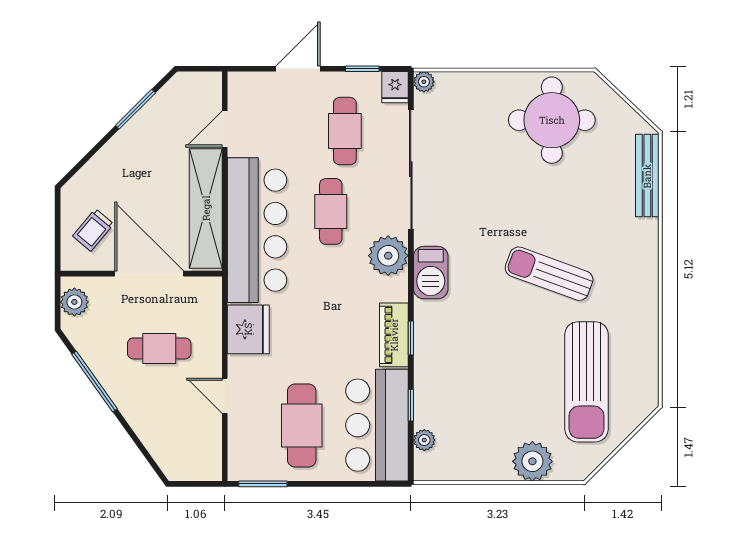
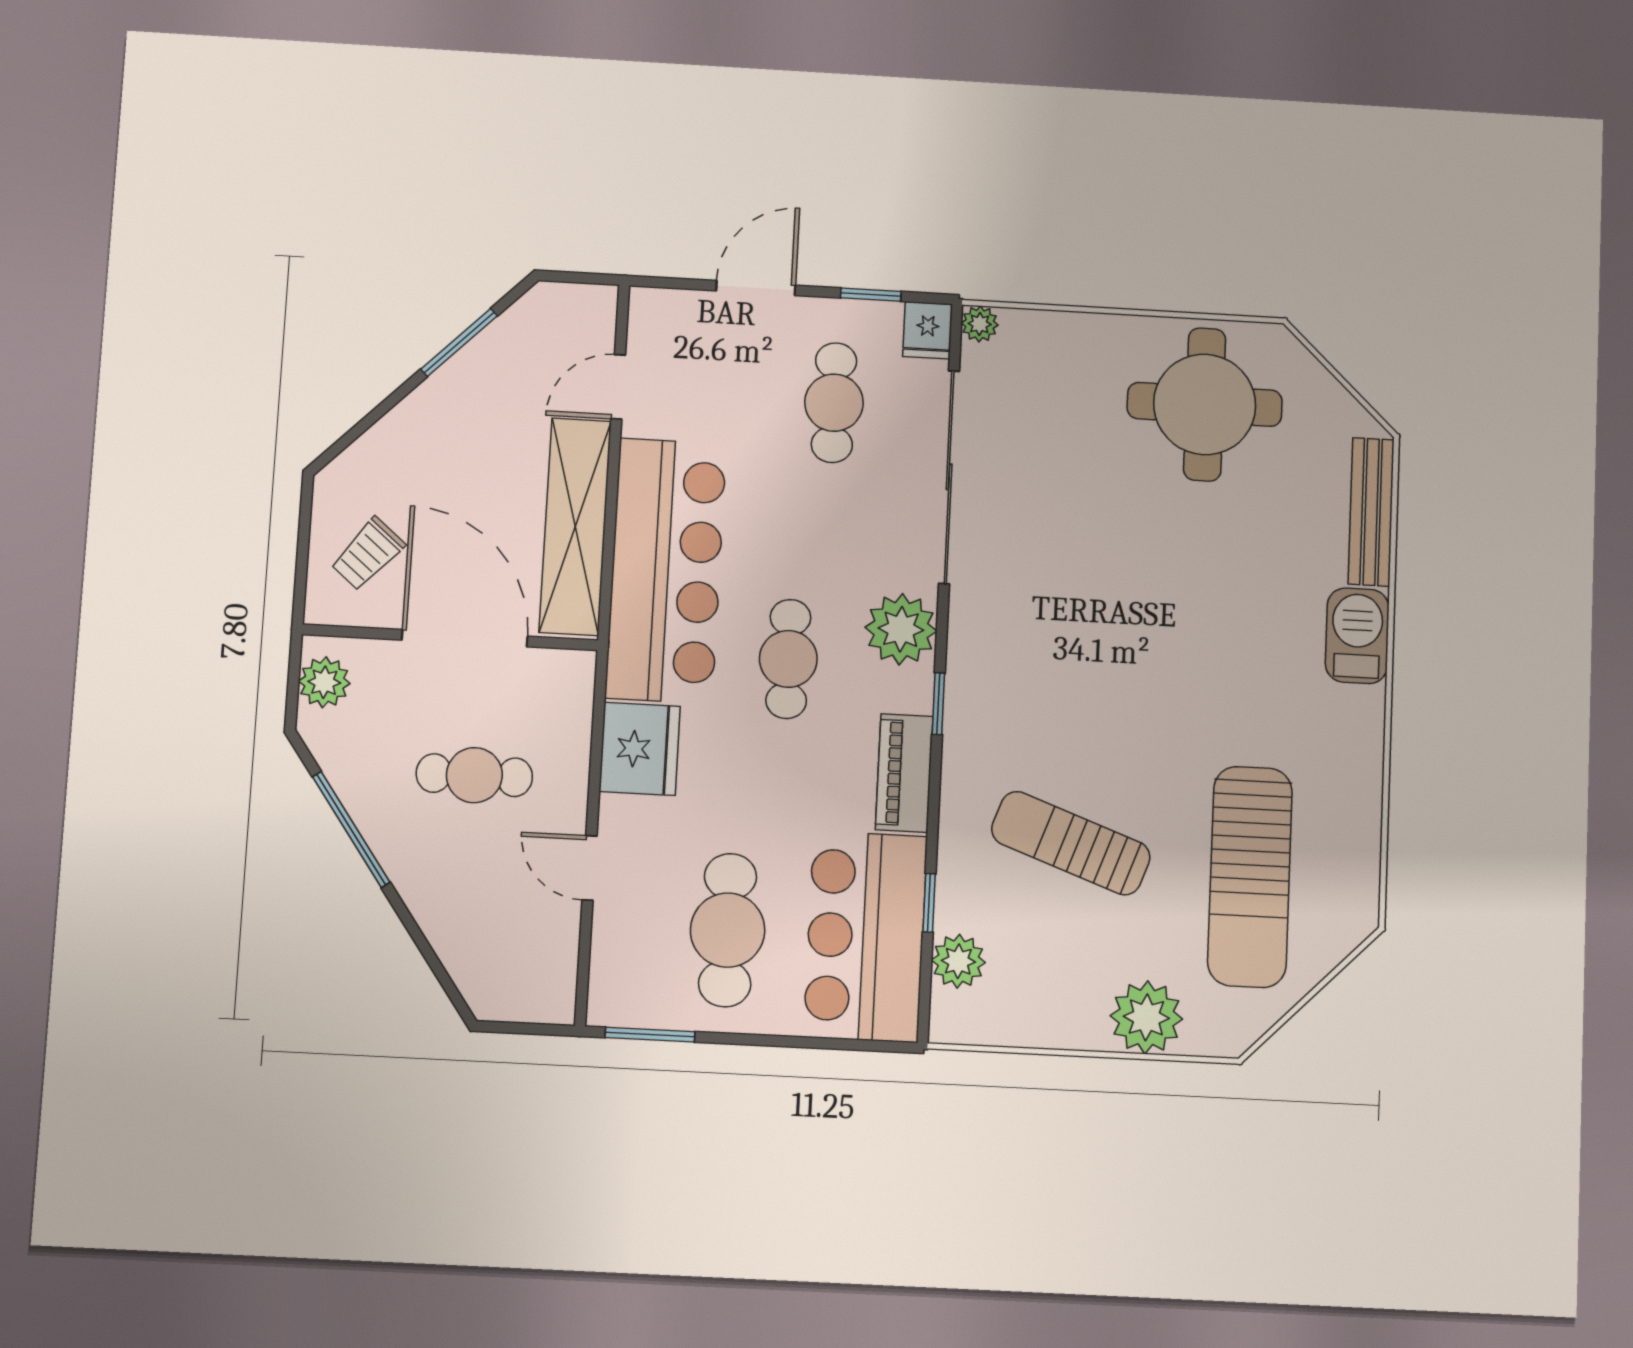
cafe table: (331, 211) -> (788, 659), moved
barbecue: (431, 273) -> (1357, 636), moved, turned 180
sun lounger: (549, 274) -> (1071, 843), moved
window: (411, 338) -> (938, 704), moved
plant: (424, 440) -> (958, 961), width x1.38, depth x1.38

